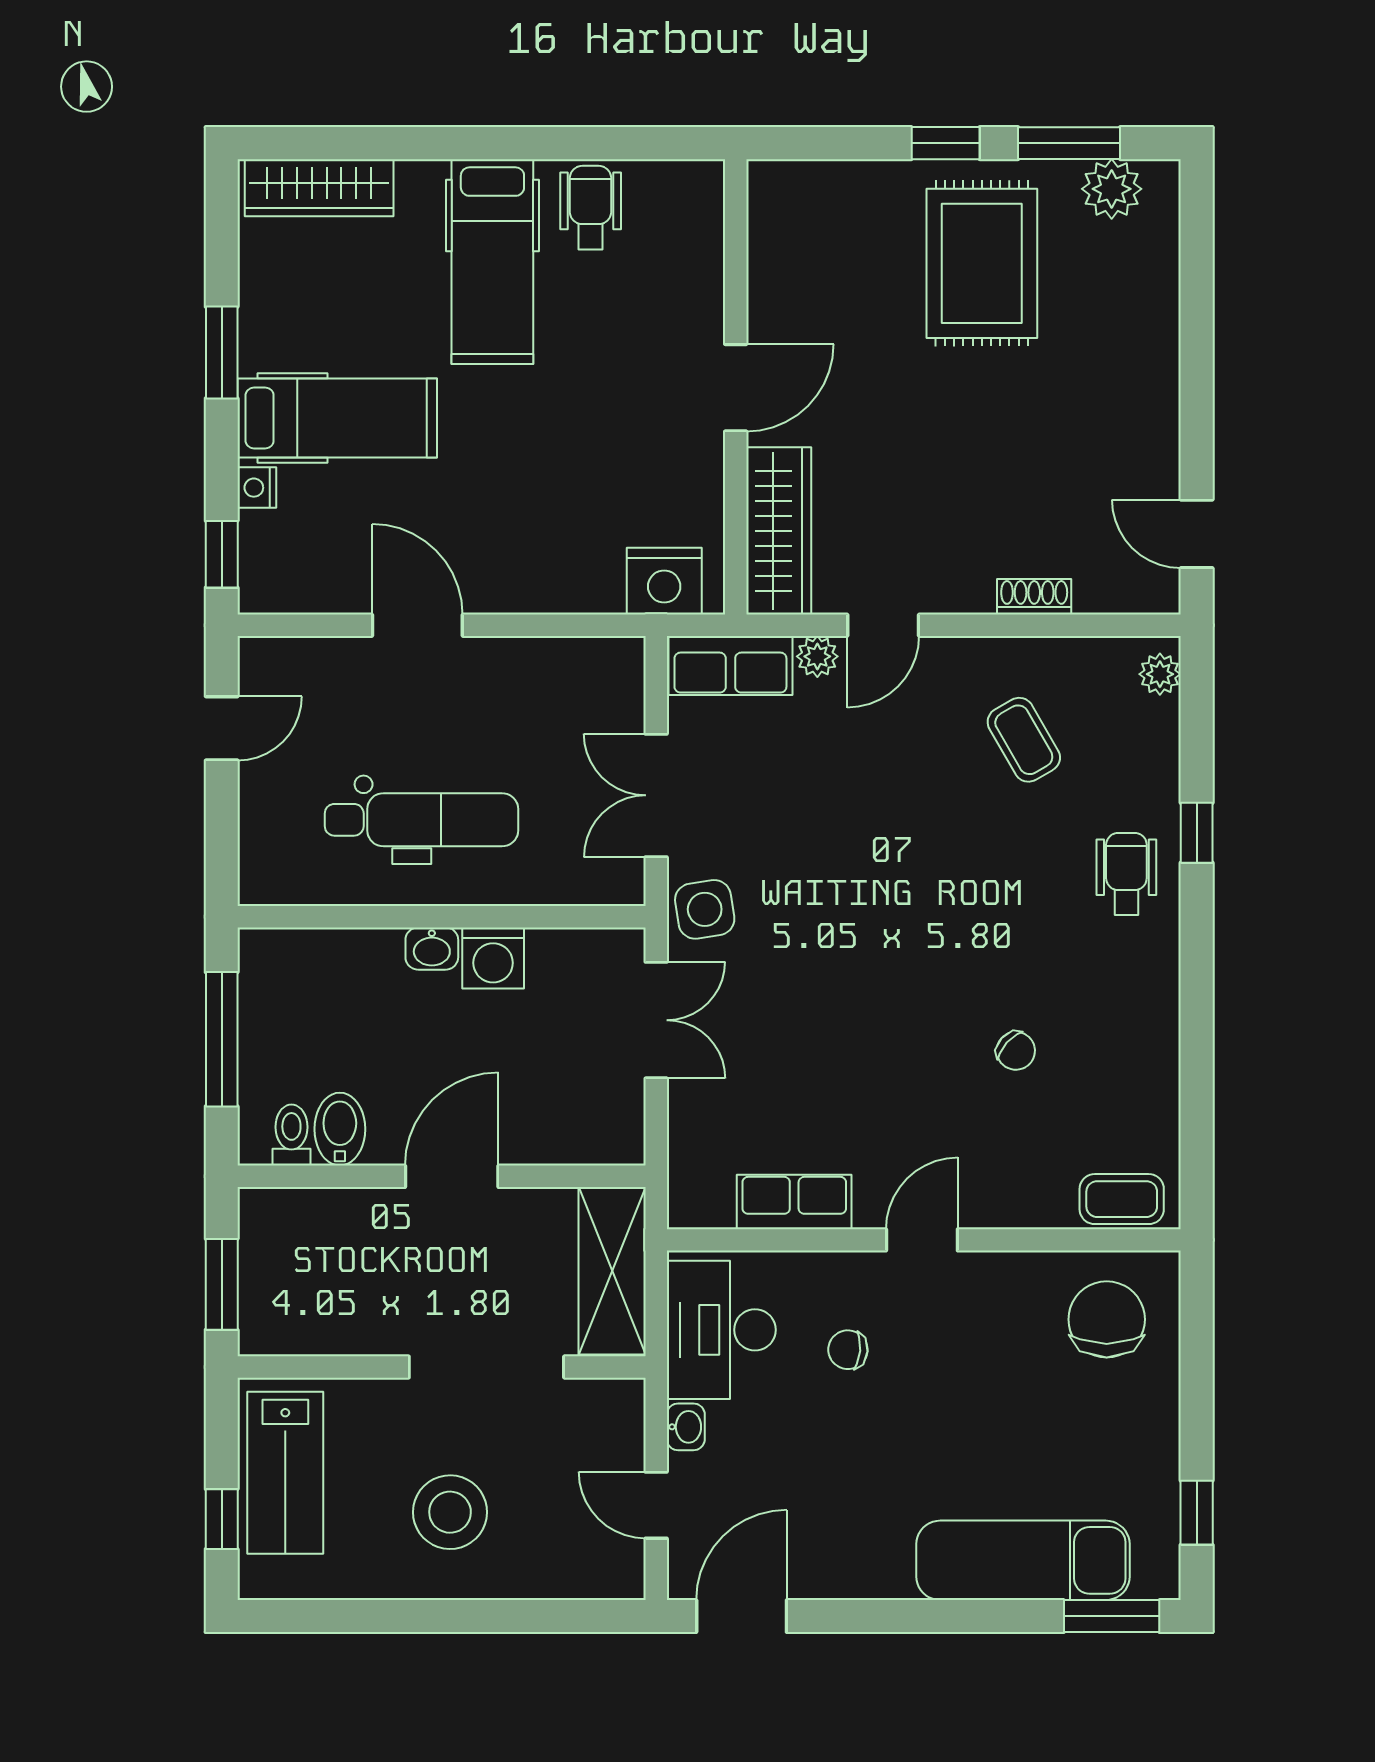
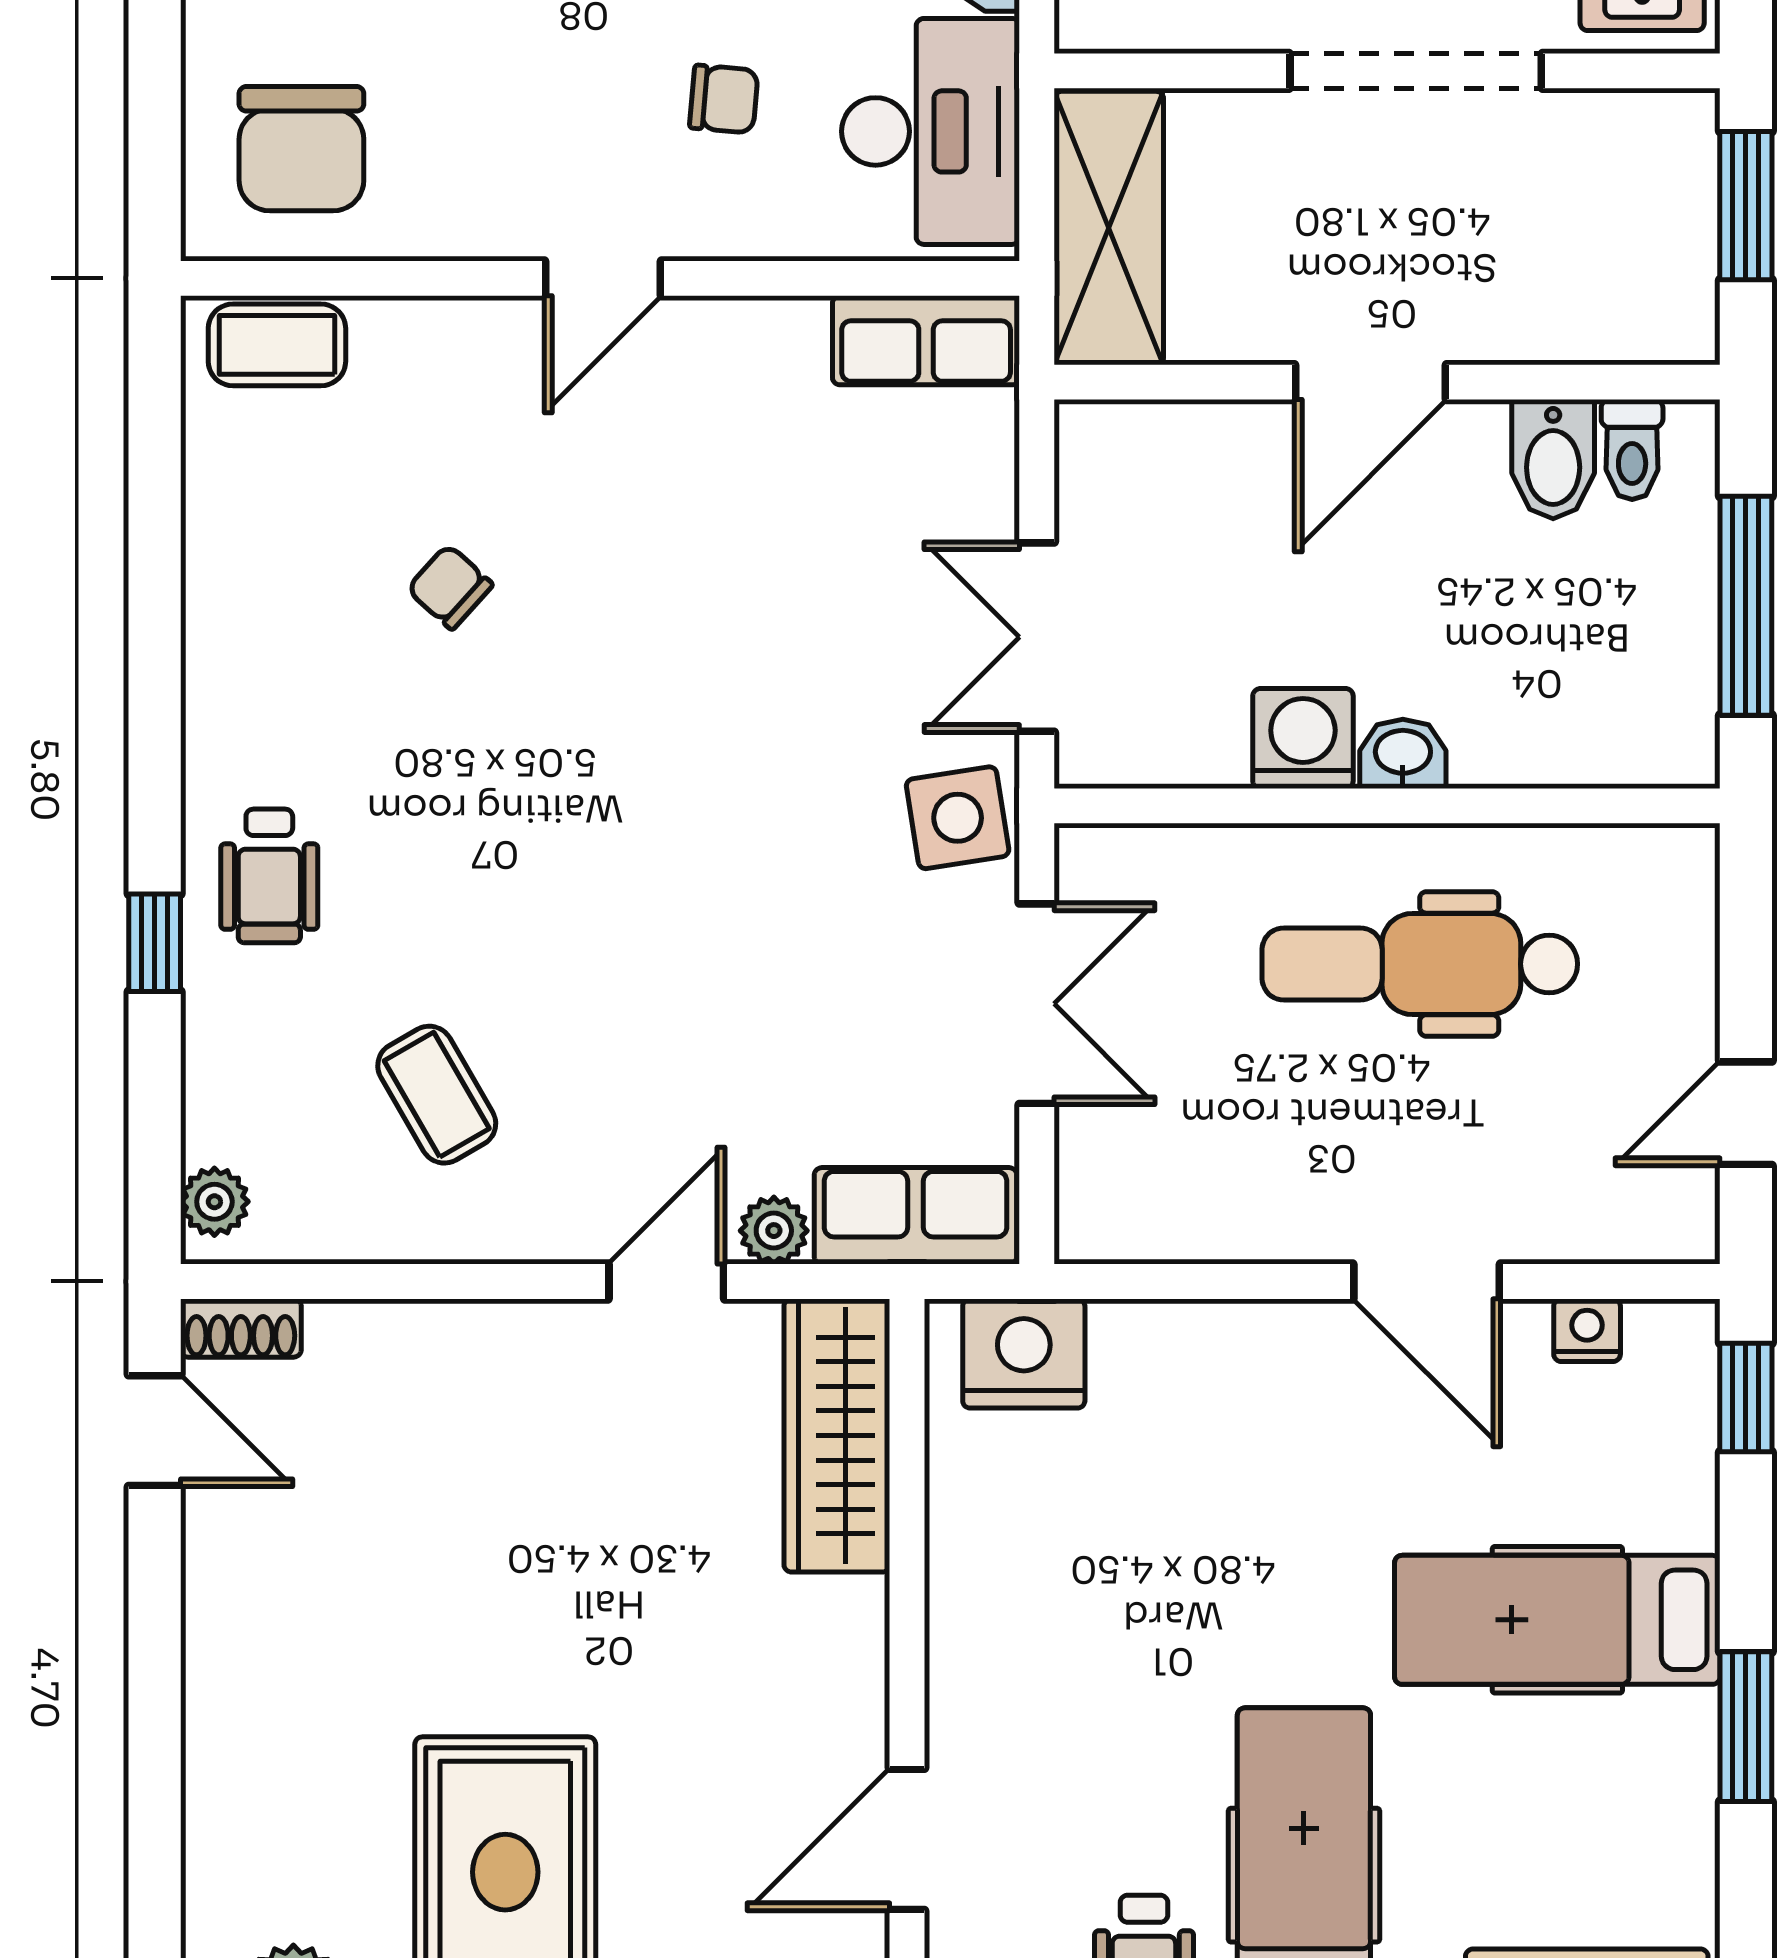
door: (736, 388) -> (907, 1839), moved
nightstand: (257, 488) -> (1587, 1330), moved, turned -90
shoe rack: (1034, 597) -> (241, 1328), moved
row of seats: (794, 1202) -> (926, 340), moved
doorway: (486, 1367) -> (1416, 71), moved

